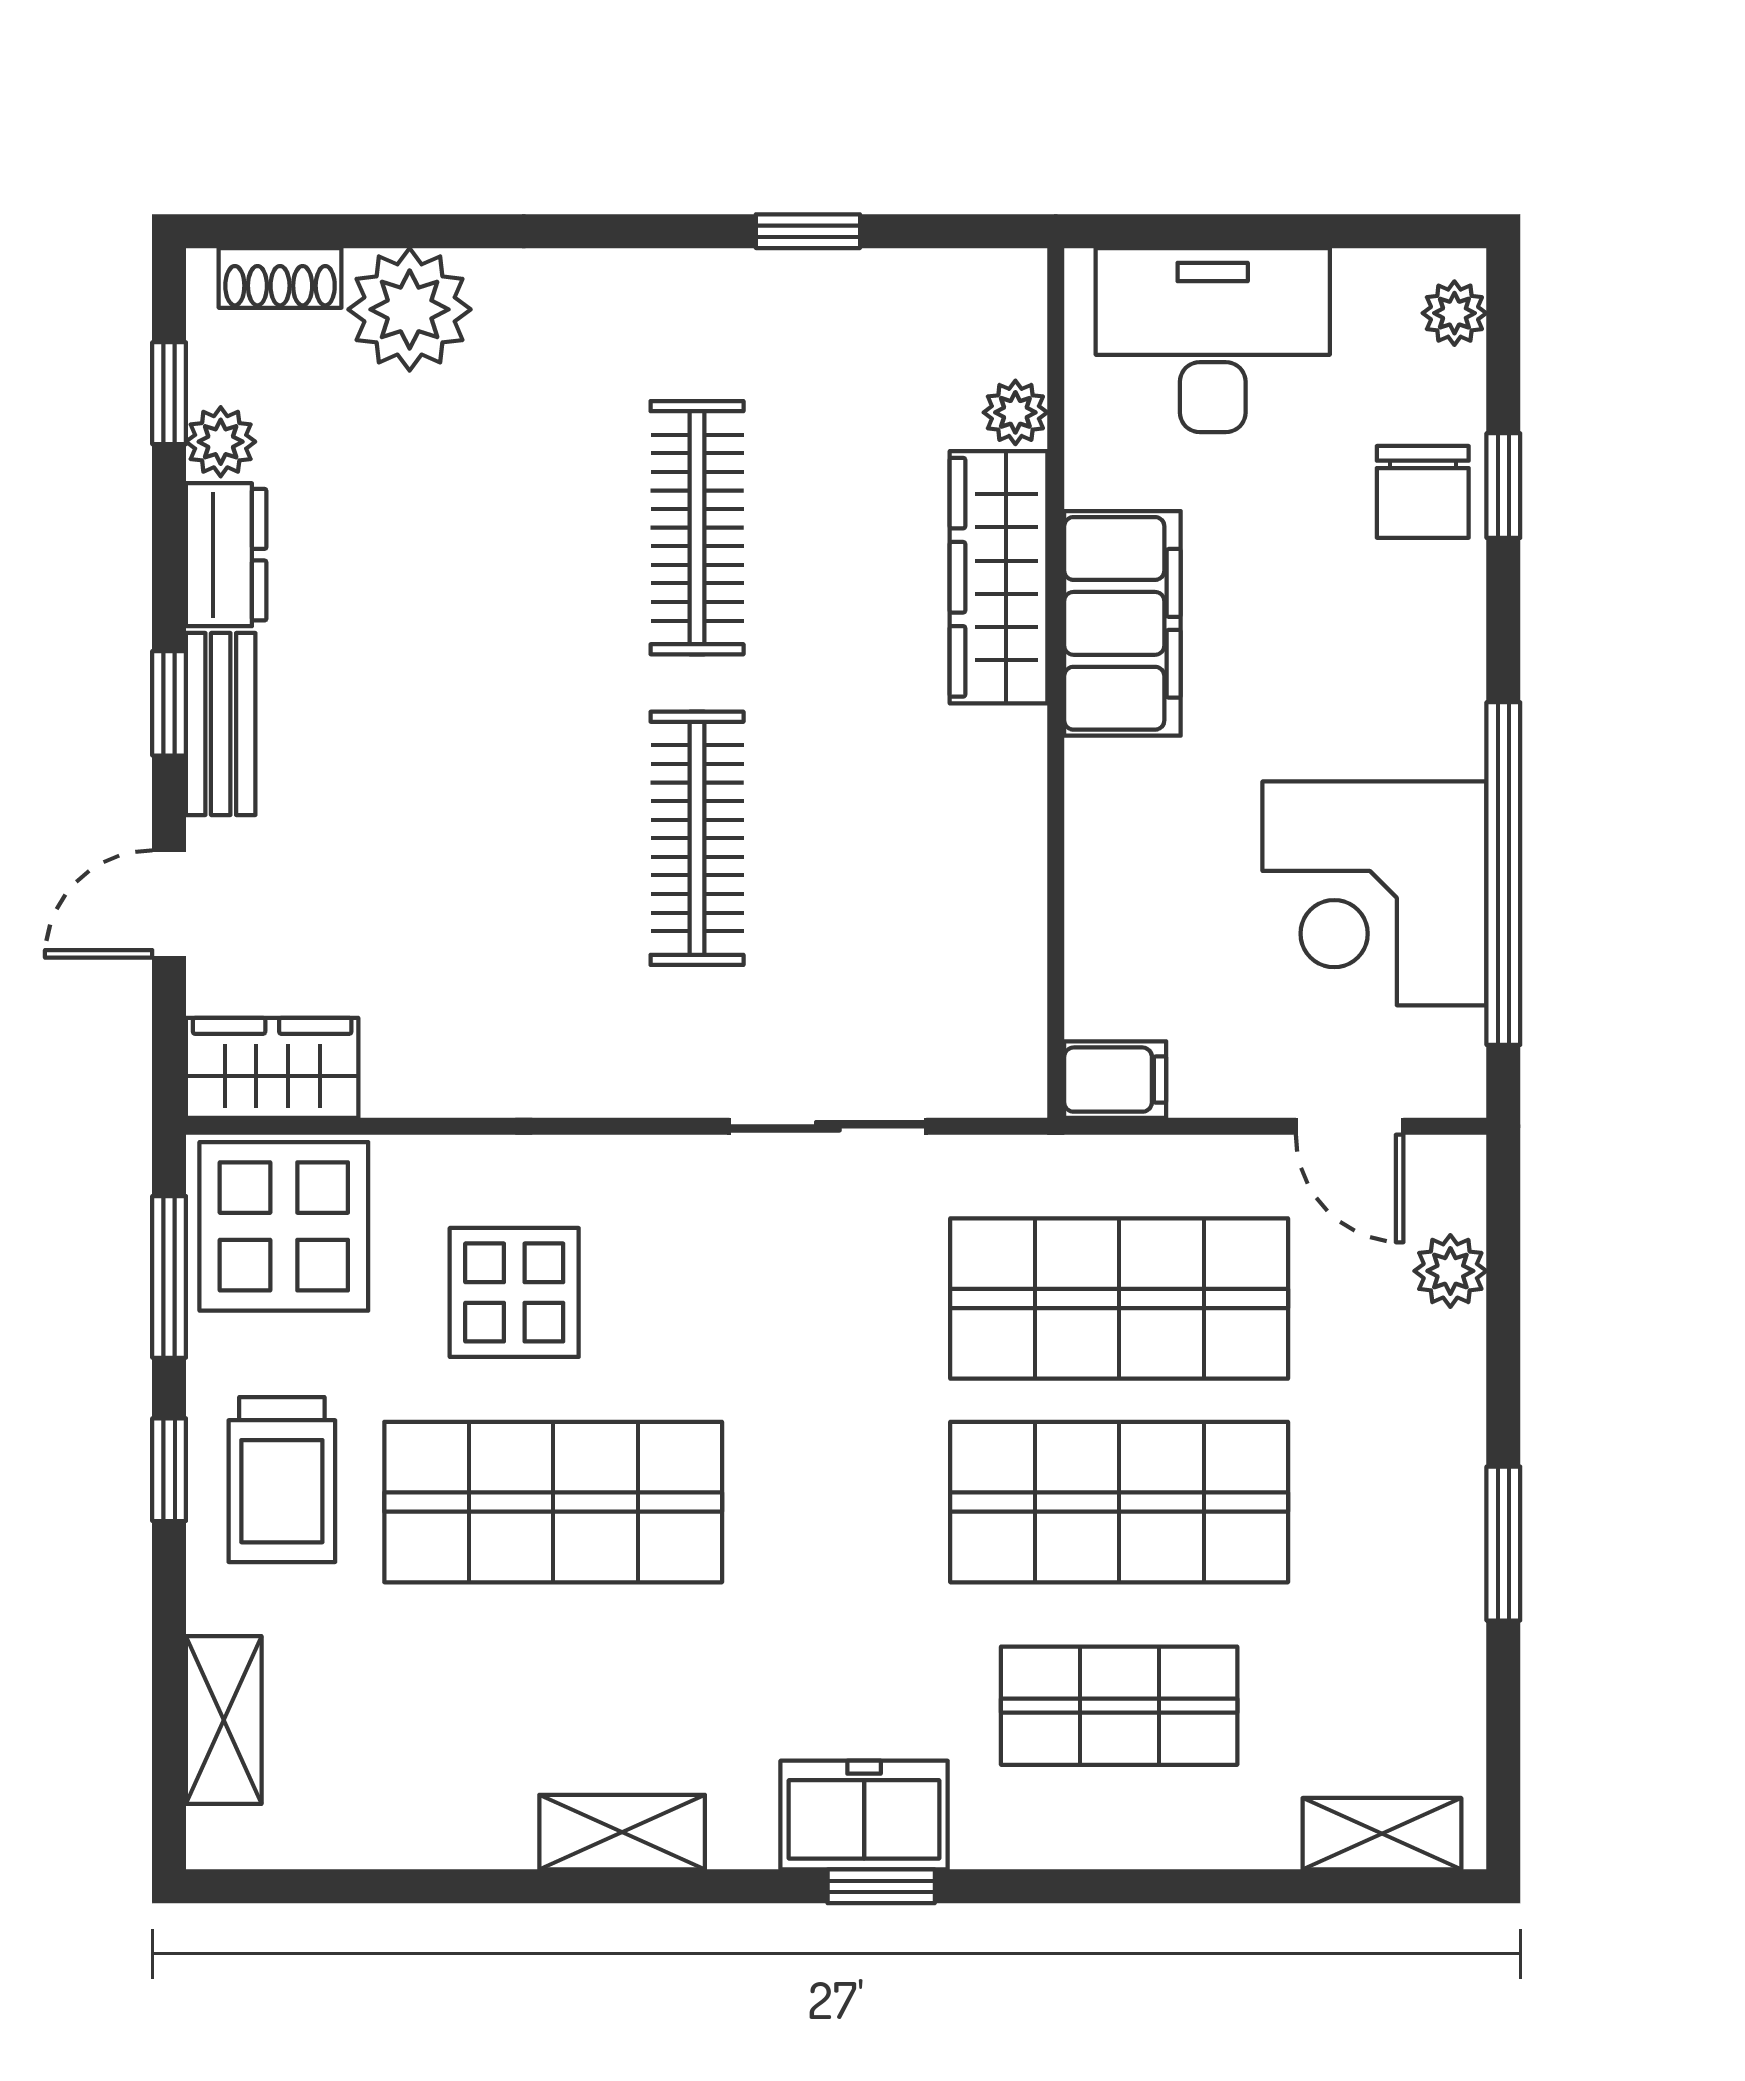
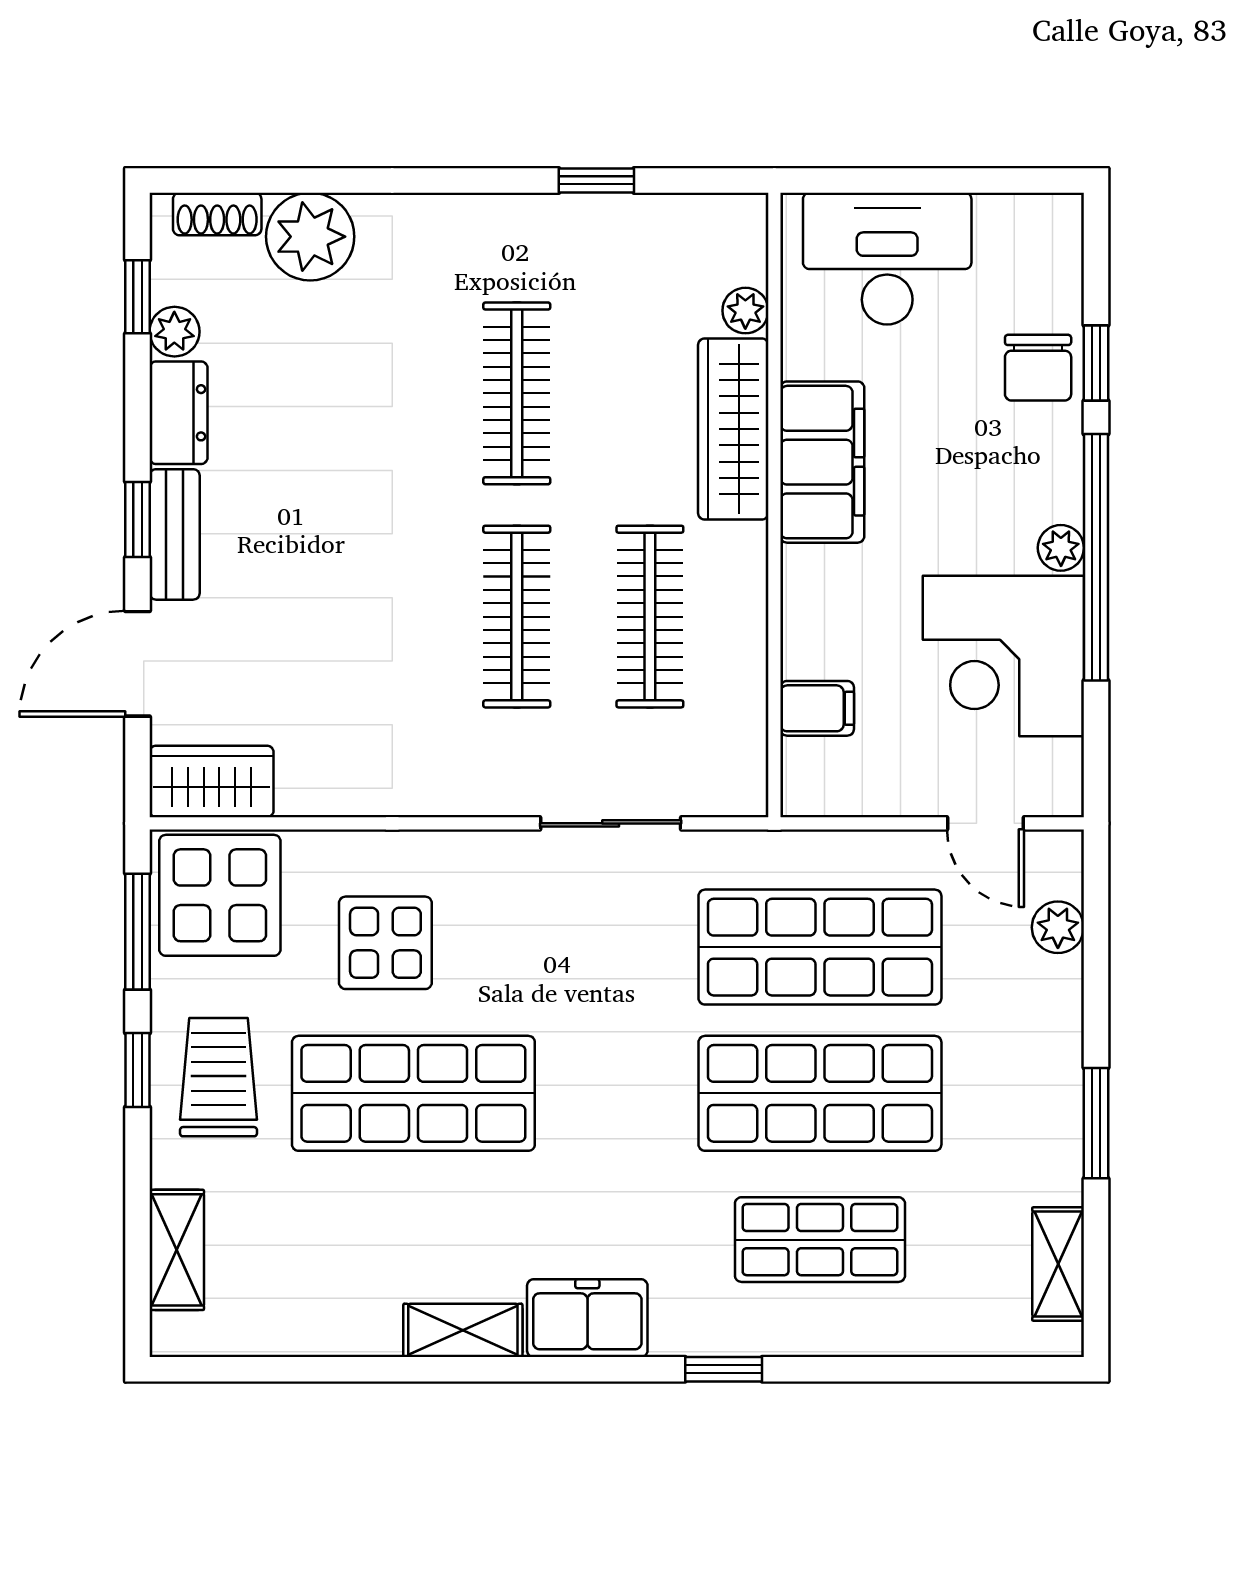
plant: (1454, 313) -> (1061, 548), moved
clothes rail: (882, 838) -> (650, 617), added
window: (1503, 874) -> (1096, 557), moved
door: (169, 904) -> (137, 664), width x1.38
filing cabinet: (1115, 1080) -> (817, 708), moved
trolley: (282, 1480) -> (218, 1077), turned 180
freezer: (864, 1815) -> (587, 1318), moved
shelving: (1382, 1834) -> (1058, 1264), moved, turned 90
window: (881, 1886) -> (724, 1369), moved

